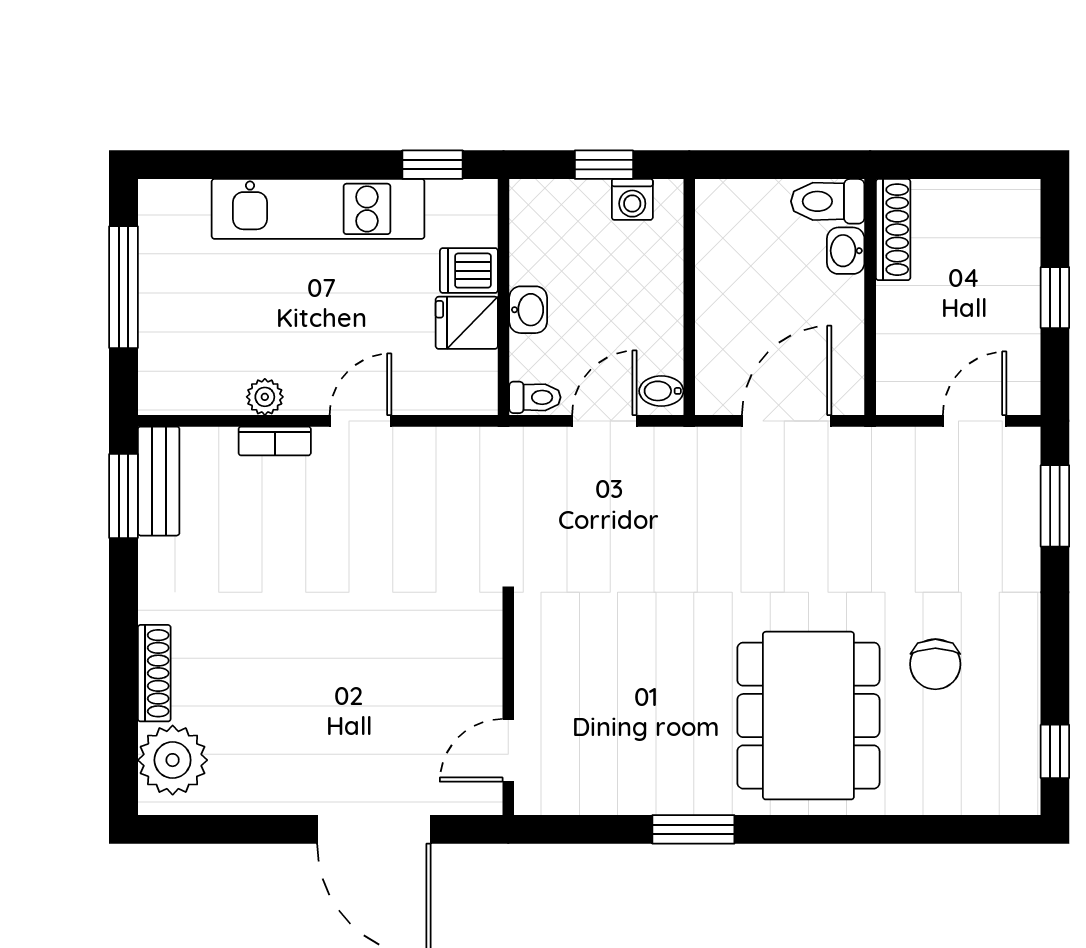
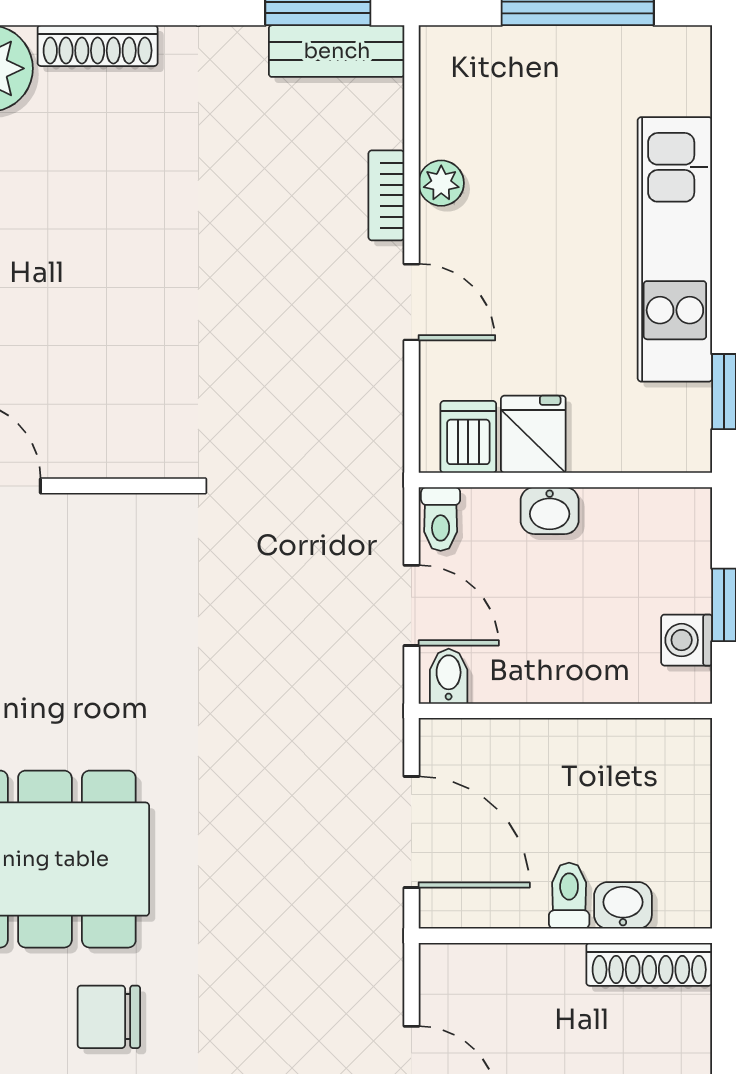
toilet: (828, 201) -> (569, 896), moved, width x0.73, depth x0.72
dishwasher: (469, 271) -> (468, 437), moved

